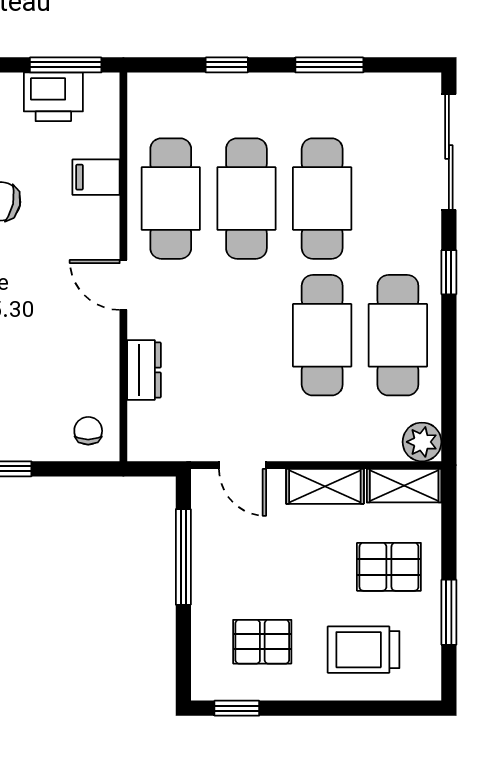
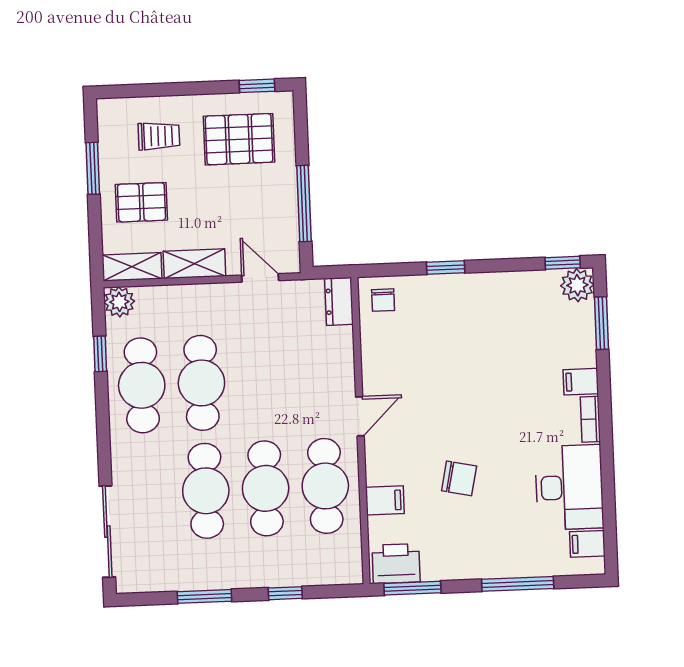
printer: (53, 97) -> (396, 564), moved
window: (449, 272) -> (100, 354), moved
door: (123, 285) -> (360, 416), hinge flipped
dresser: (144, 370) -> (339, 301), moved
pallet: (262, 642) -> (239, 139), width x1.50, depth x1.42
trolley: (364, 650) -> (159, 136), width x0.73, depth x0.72

